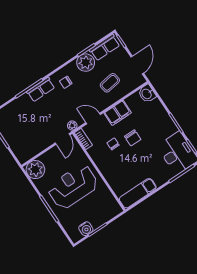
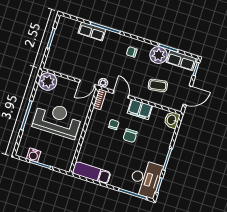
row of seats: (41, 90) -> (92, 31), moved

